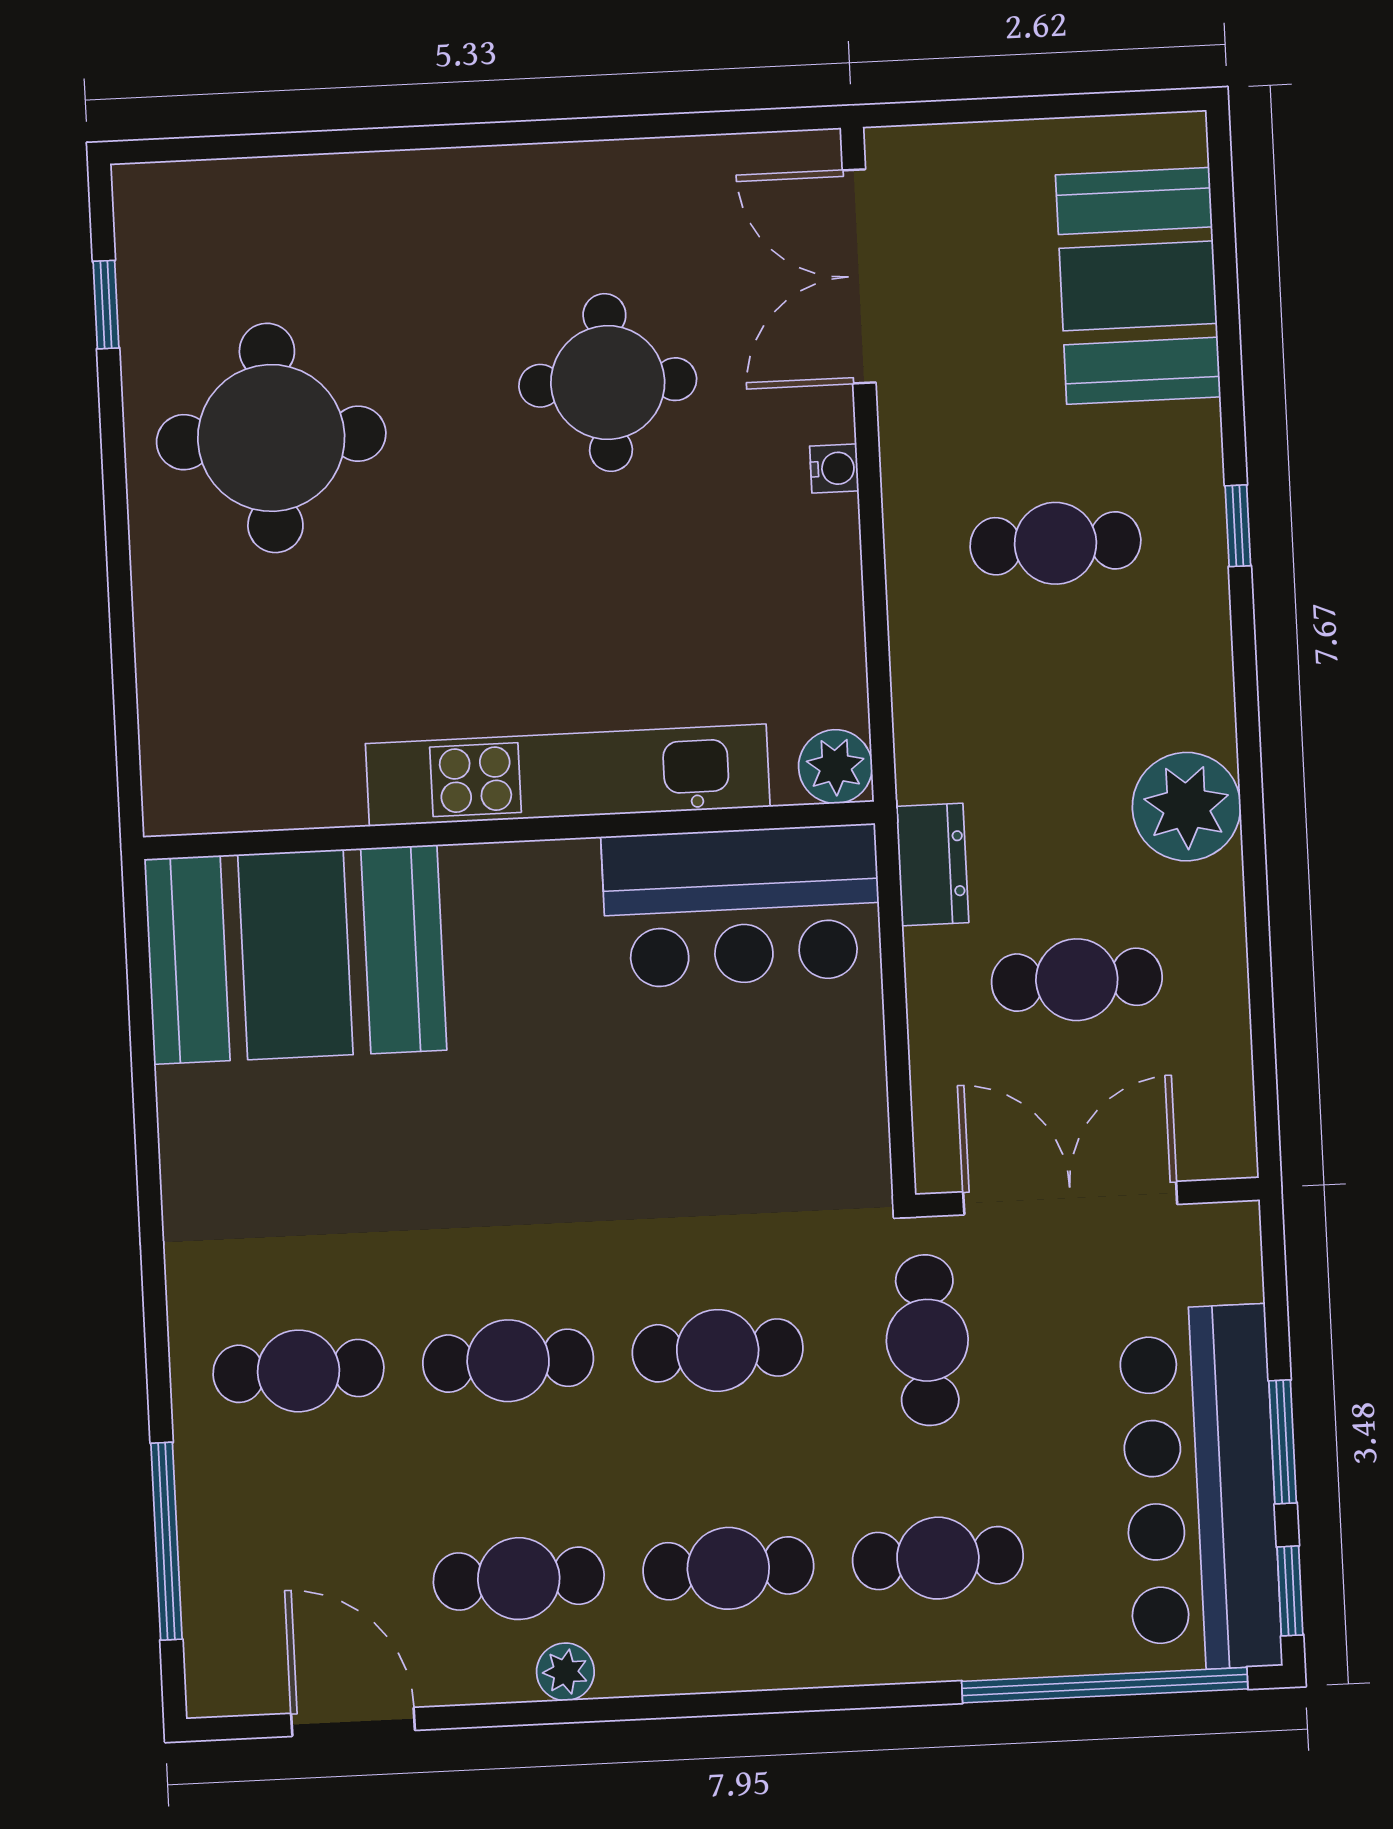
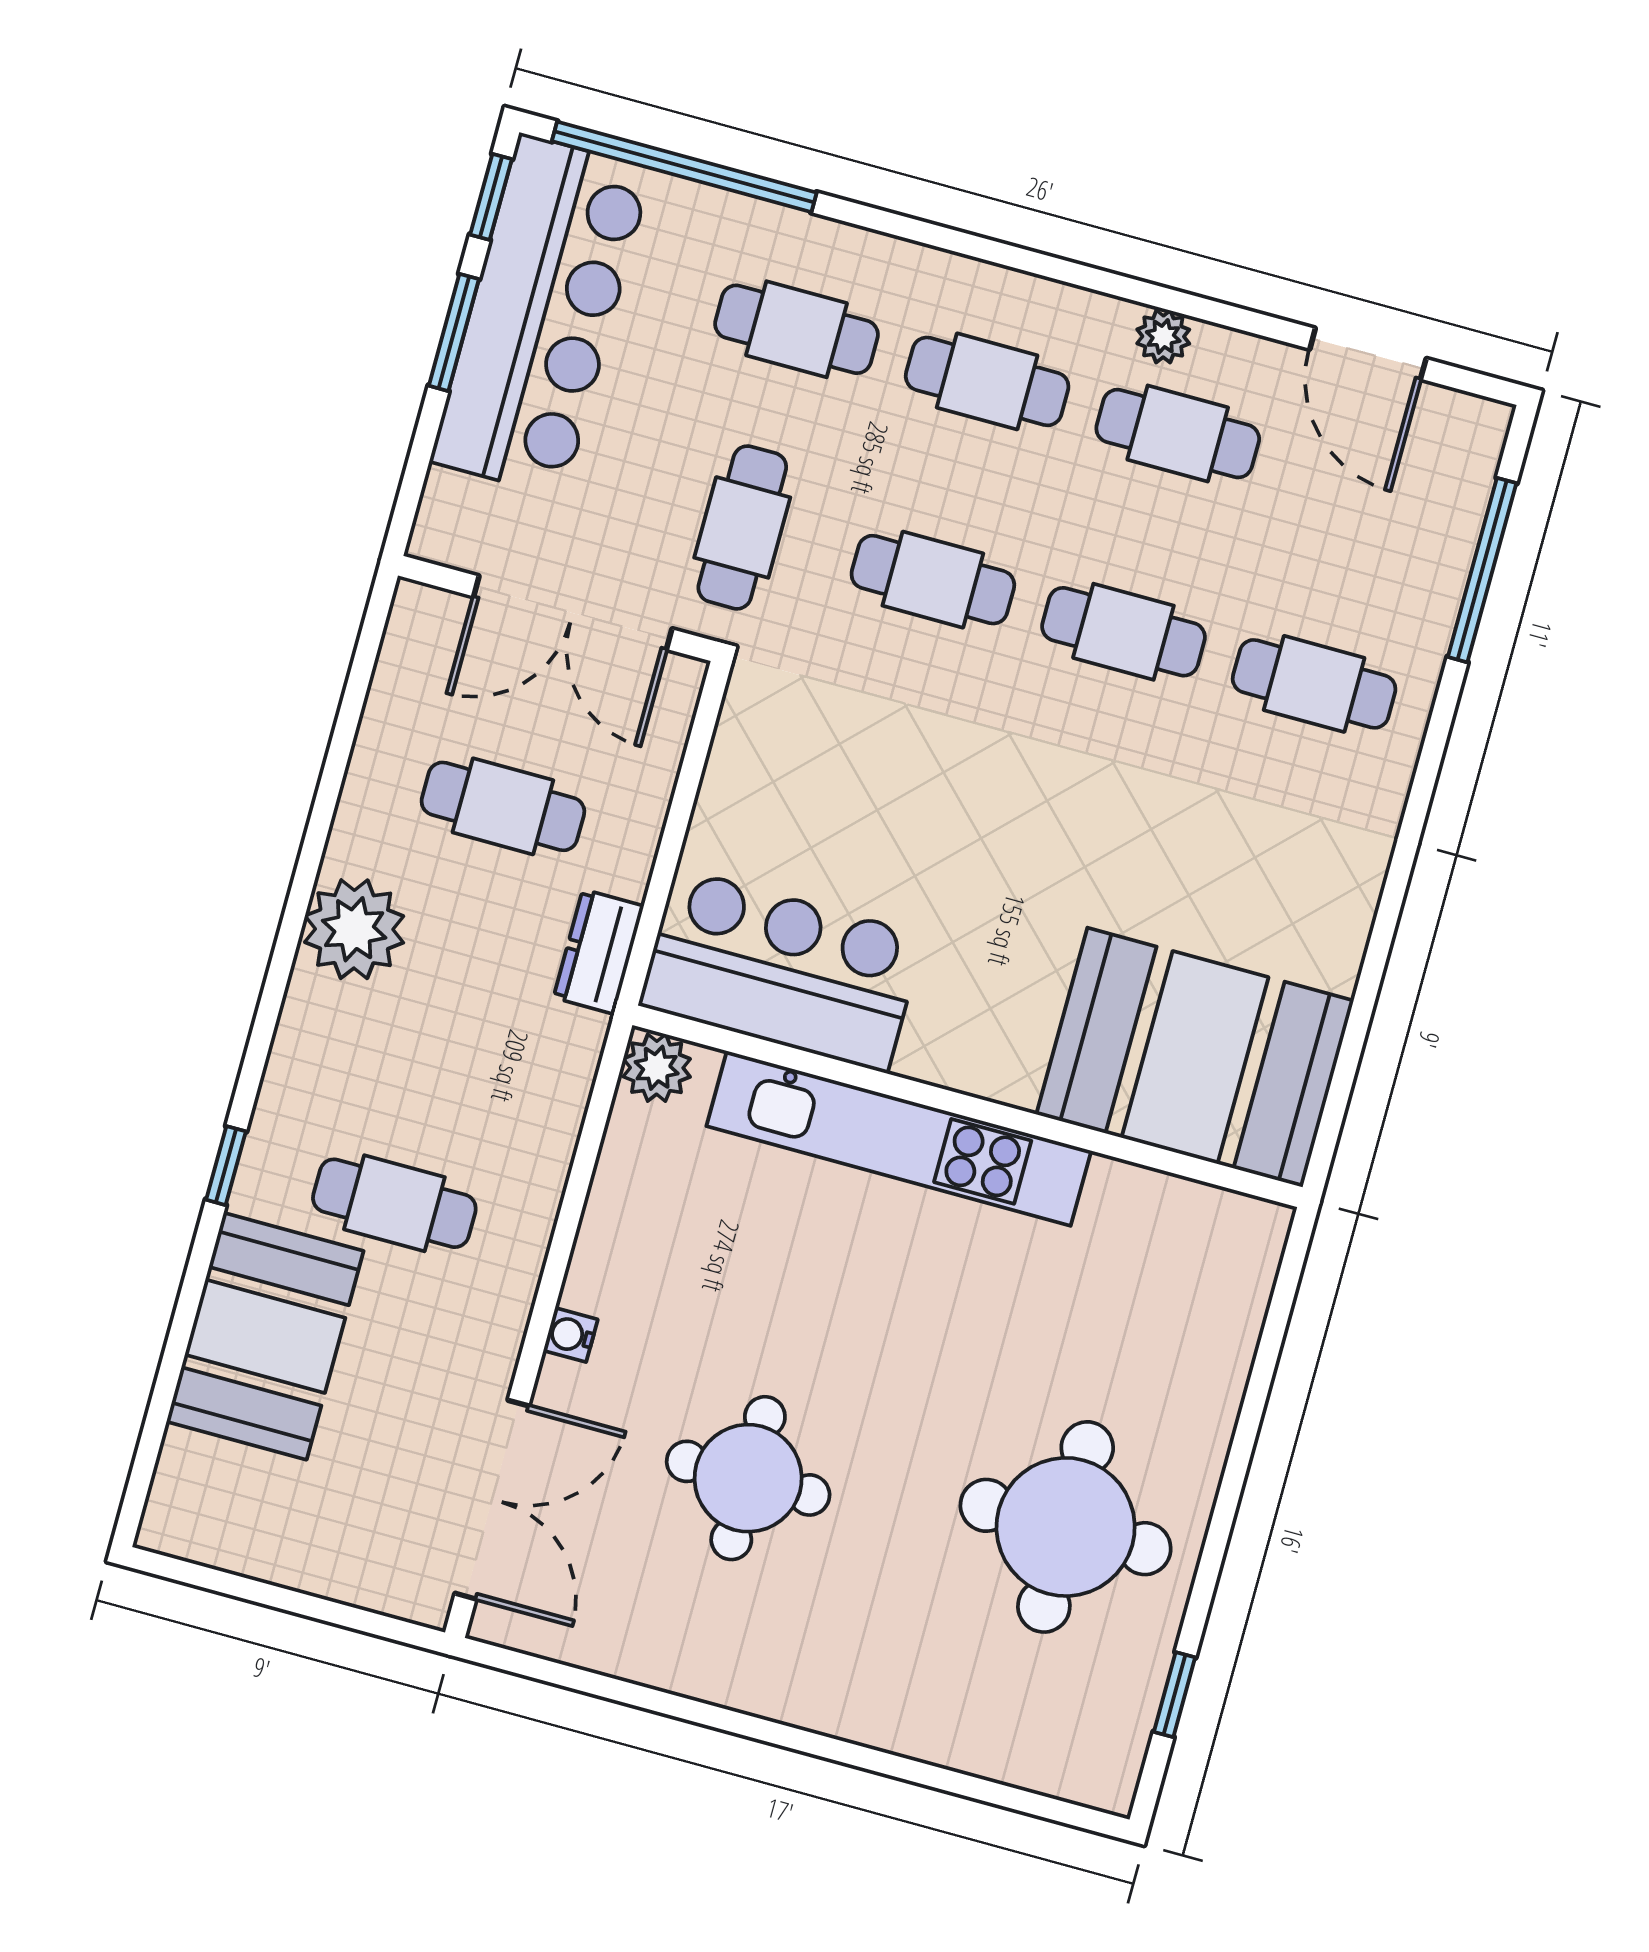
booth: (1138, 286) -> (265, 1336), moved

